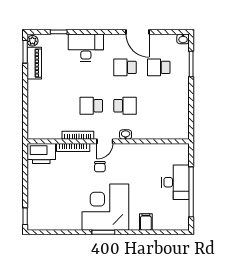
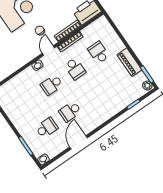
door: (138, 32) -> (79, 142), hinge flipped
desk: (86, 48) -> (107, 106), removed
piano: (34, 63) -> (129, 62), moved
school desk: (125, 67) -> (70, 112), turned 180
school desk: (58, 106) -> (99, 52), added
school desk: (91, 106) -> (75, 69), turned 90

